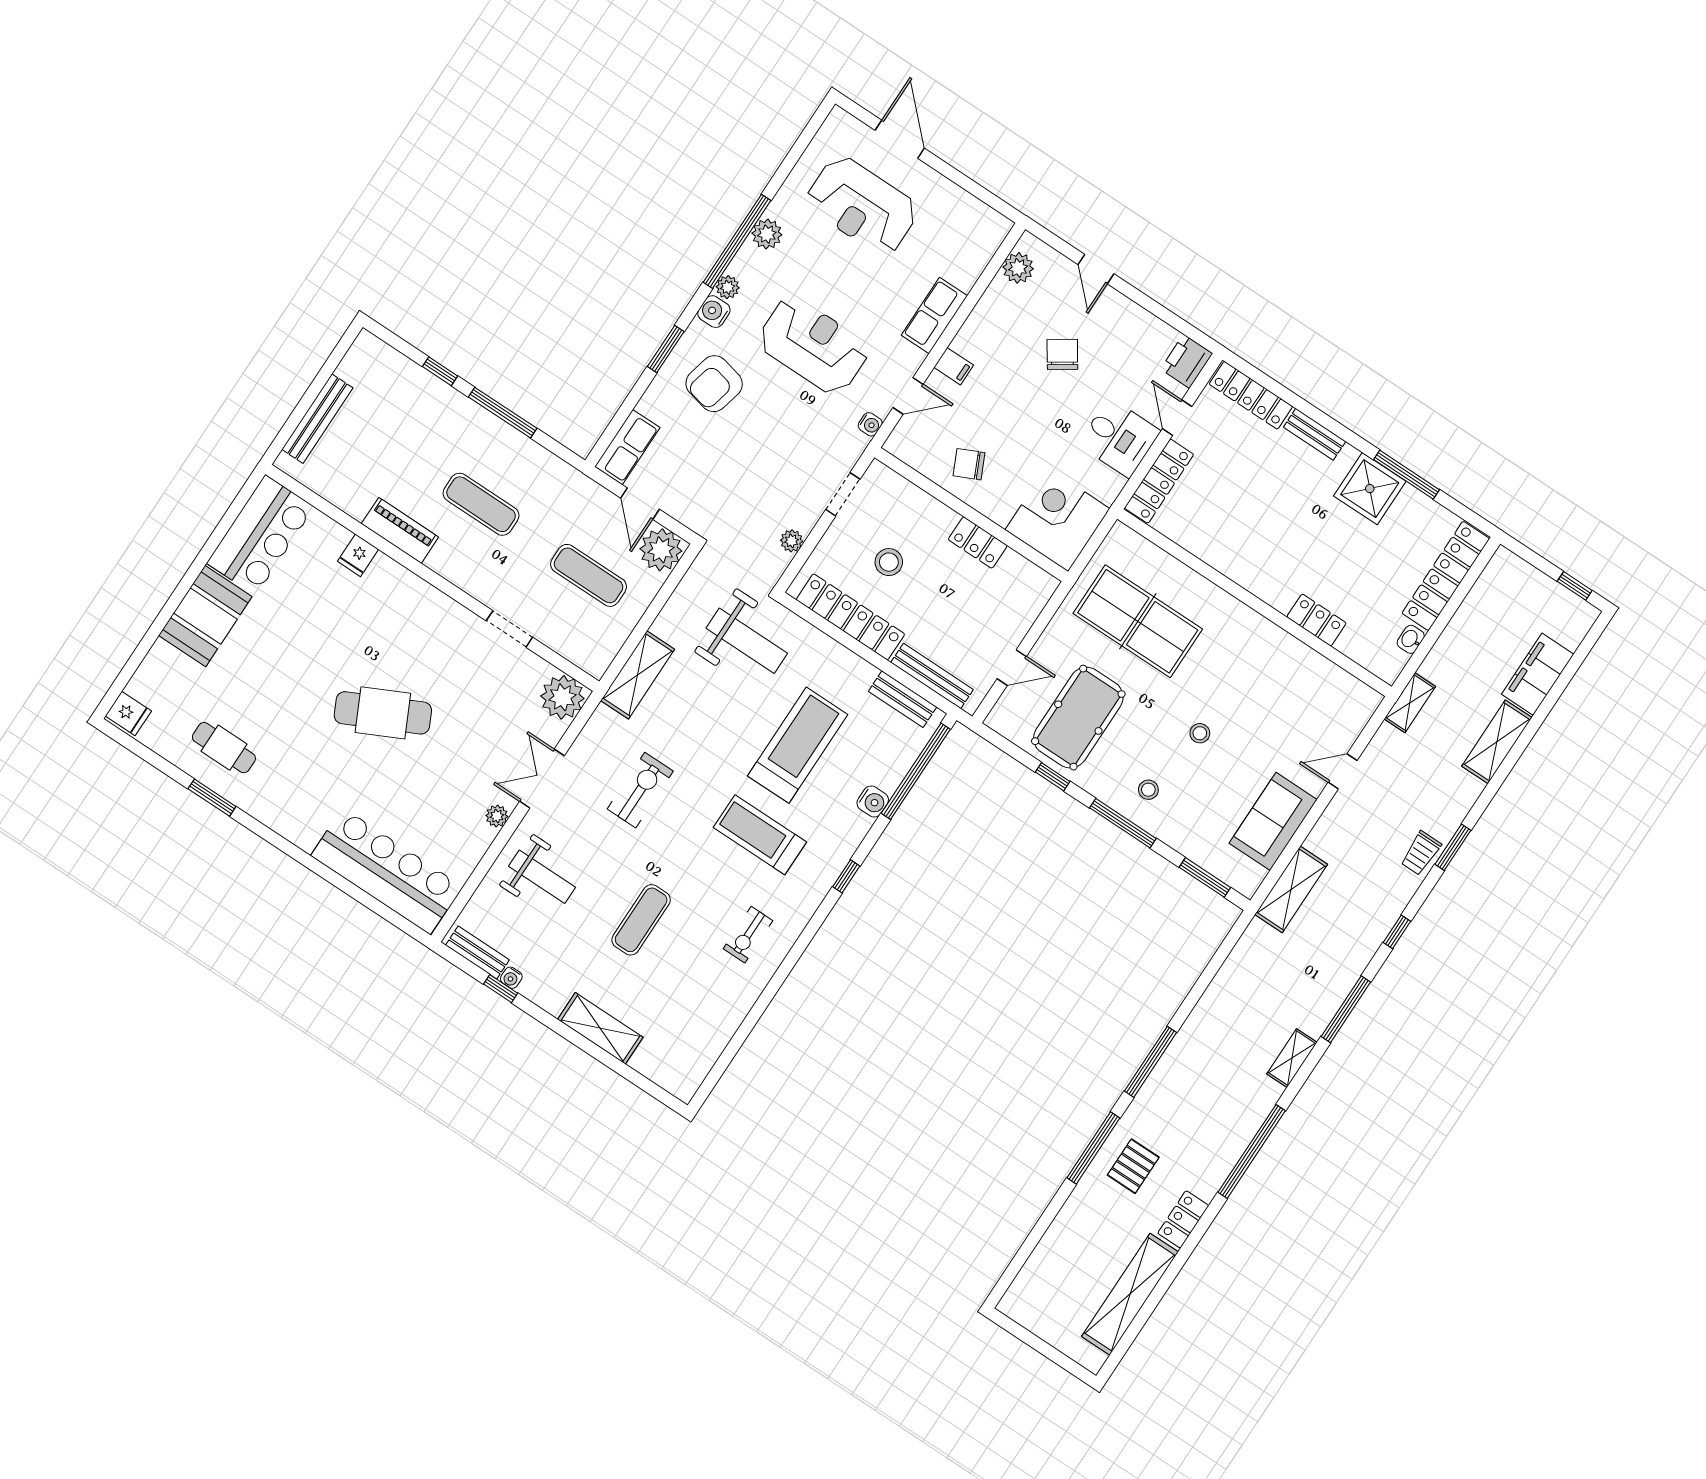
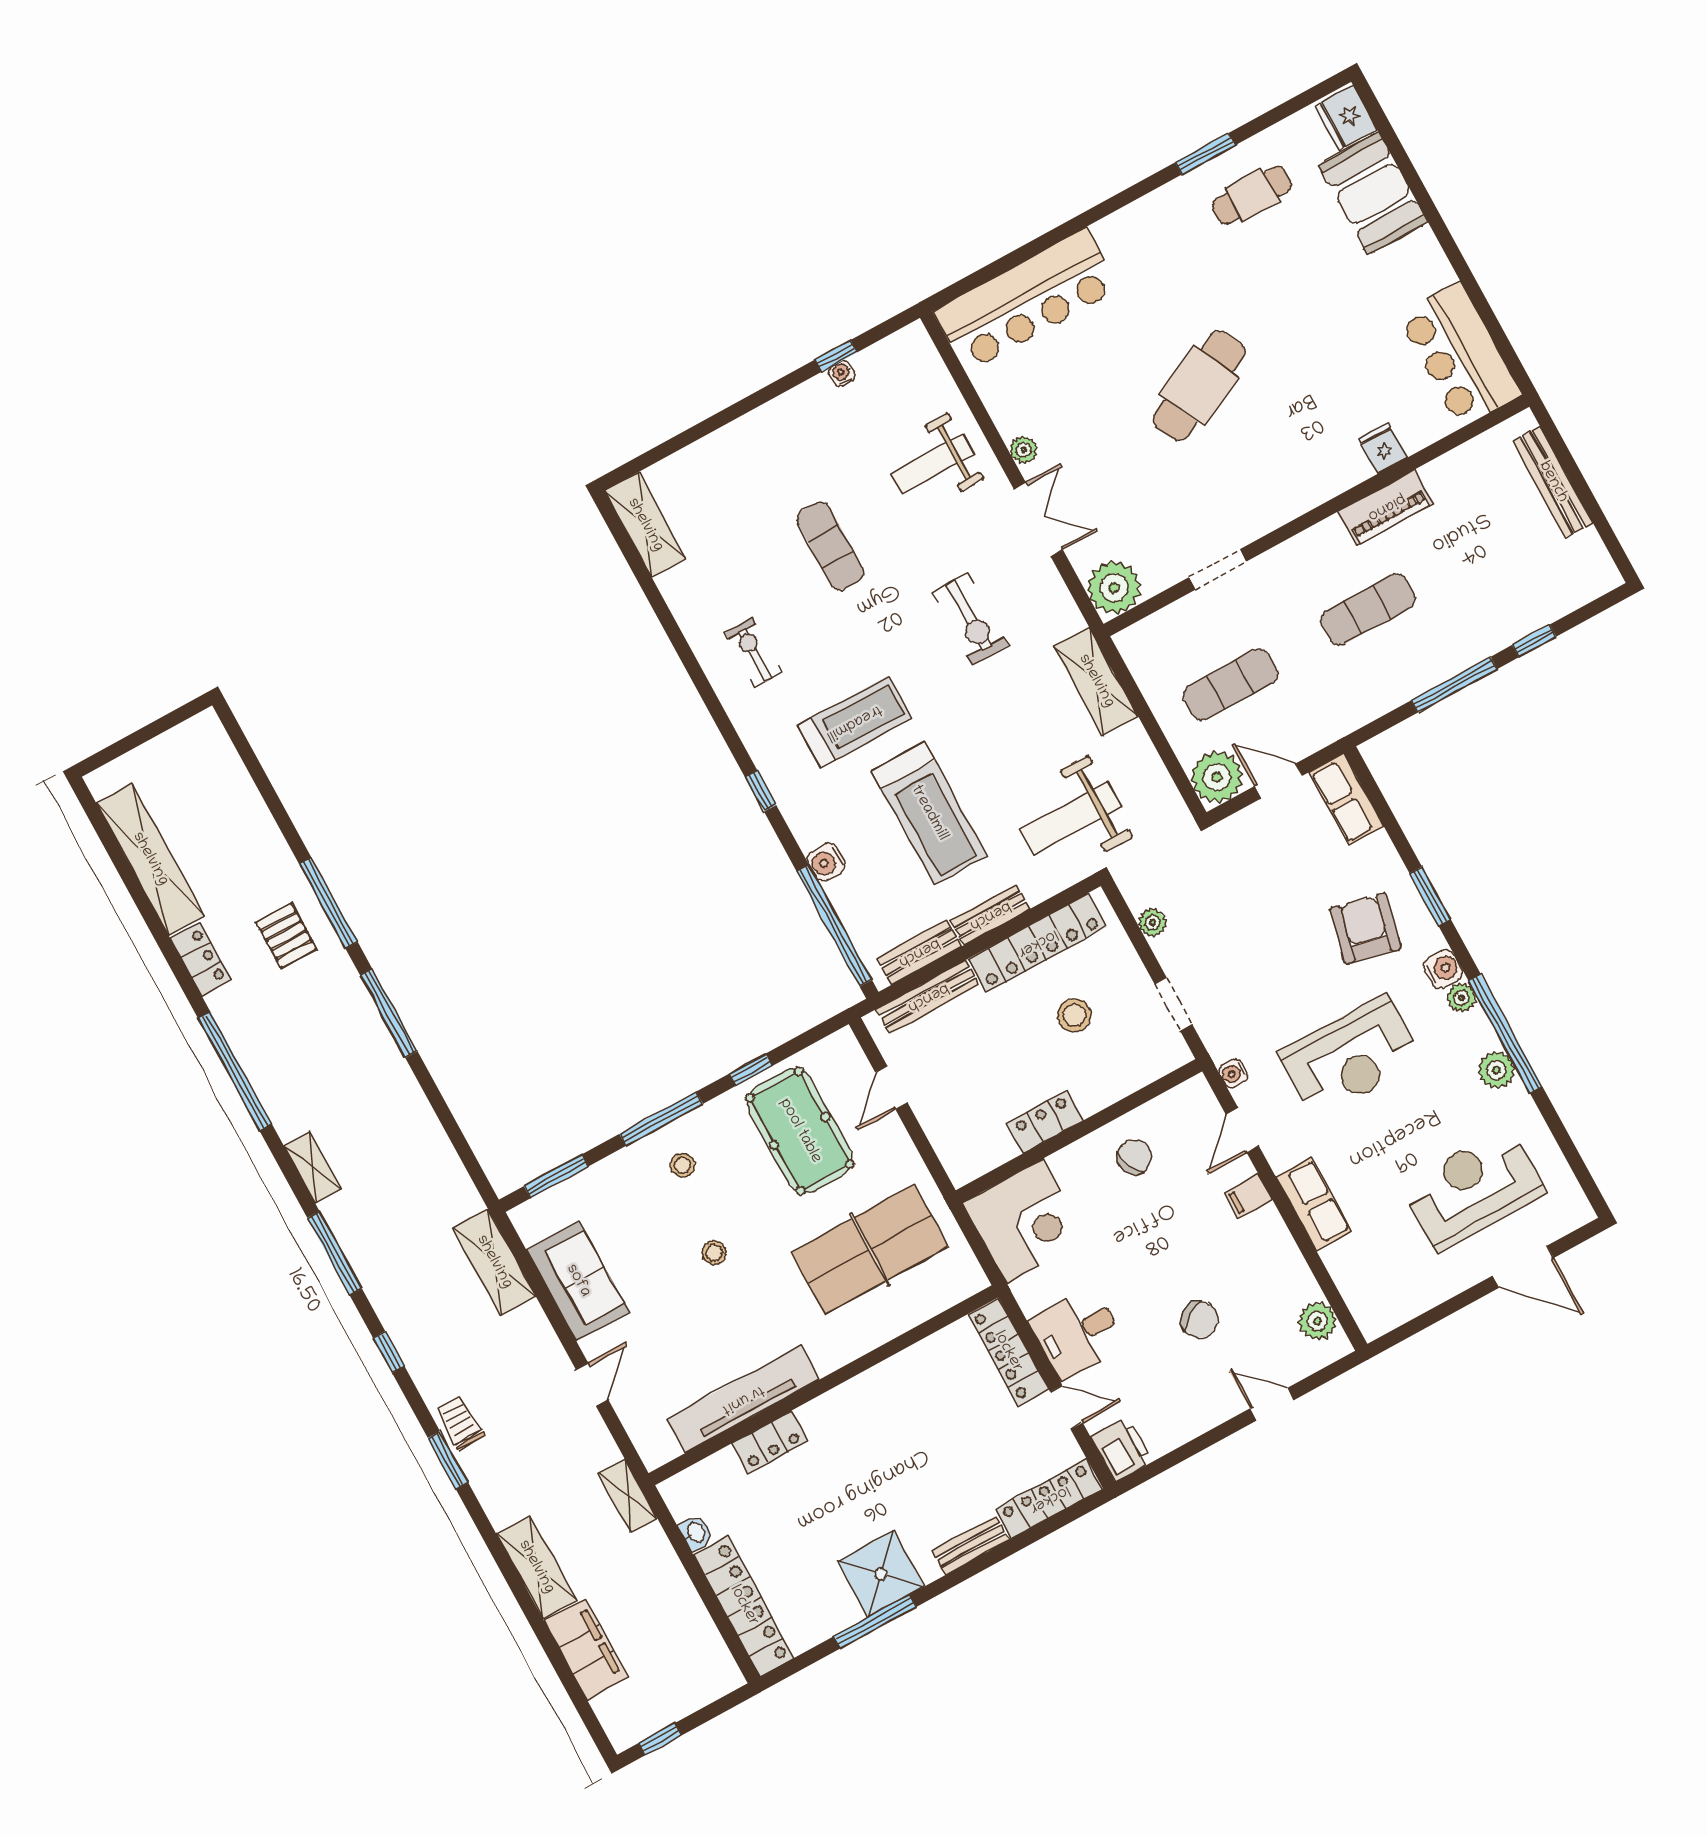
booth: (205, 616) -> (1373, 194), moved
tv unit: (1295, 656) -> (743, 1399), added
fridge: (128, 713) -> (1346, 118), width x1.38
bench: (477, 952) -> (990, 915), moved
shelving: (600, 1028) -> (645, 525), moved, turned 90

